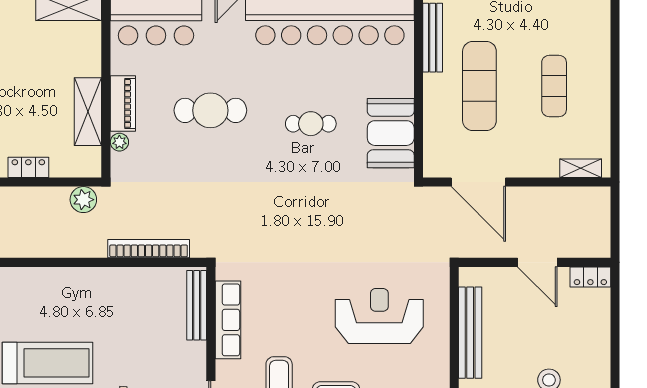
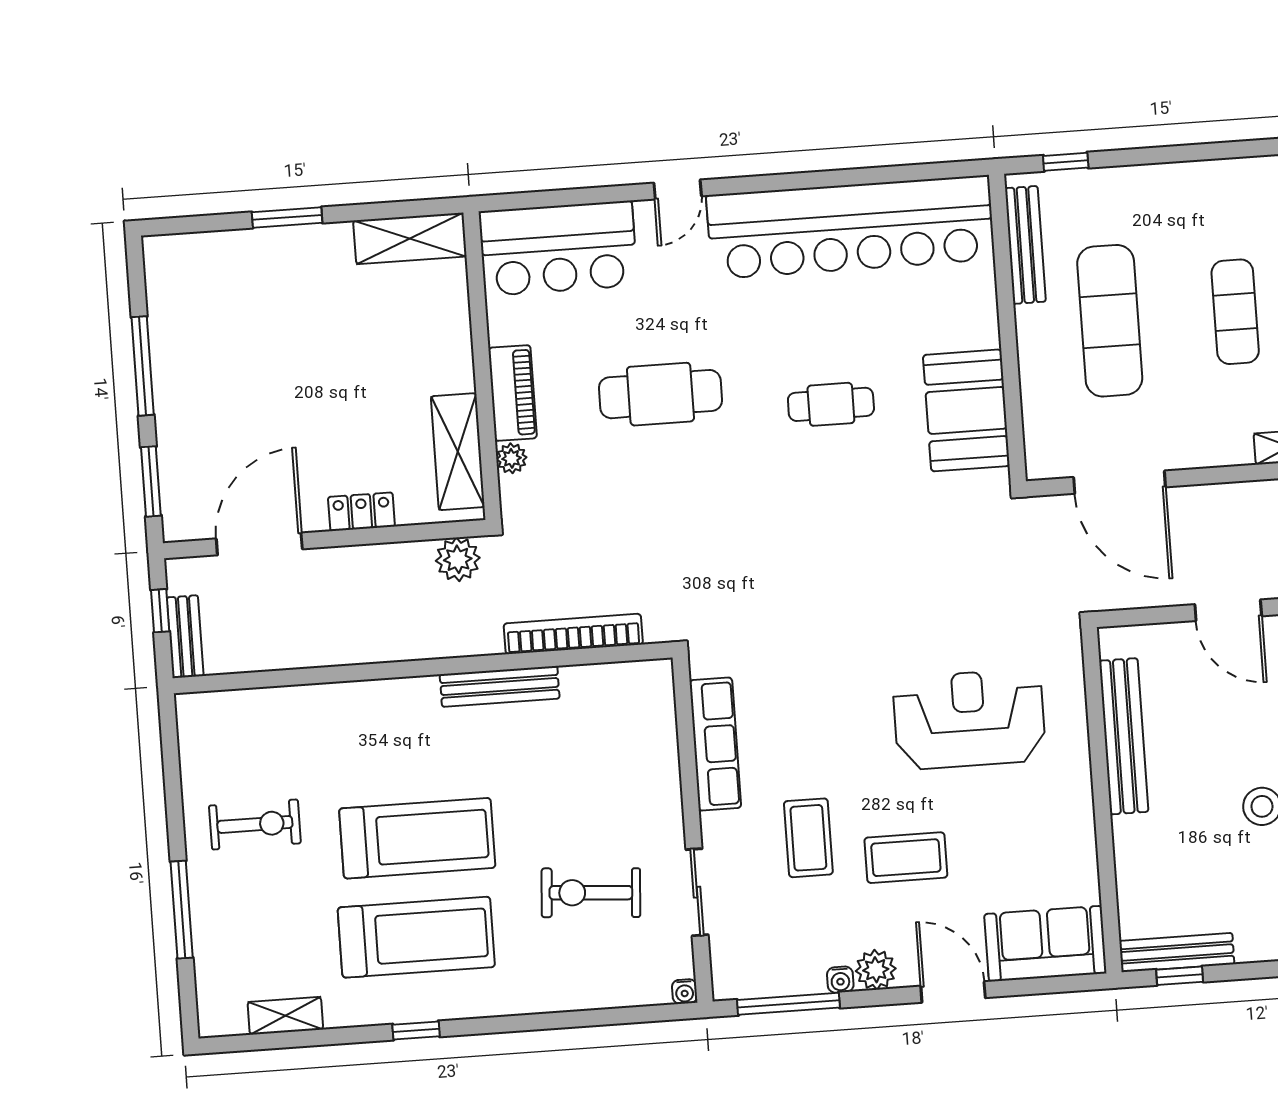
shelving: (88, 112) -> (458, 452), moved
bench: (197, 305) -> (500, 686), moved, turned 90

